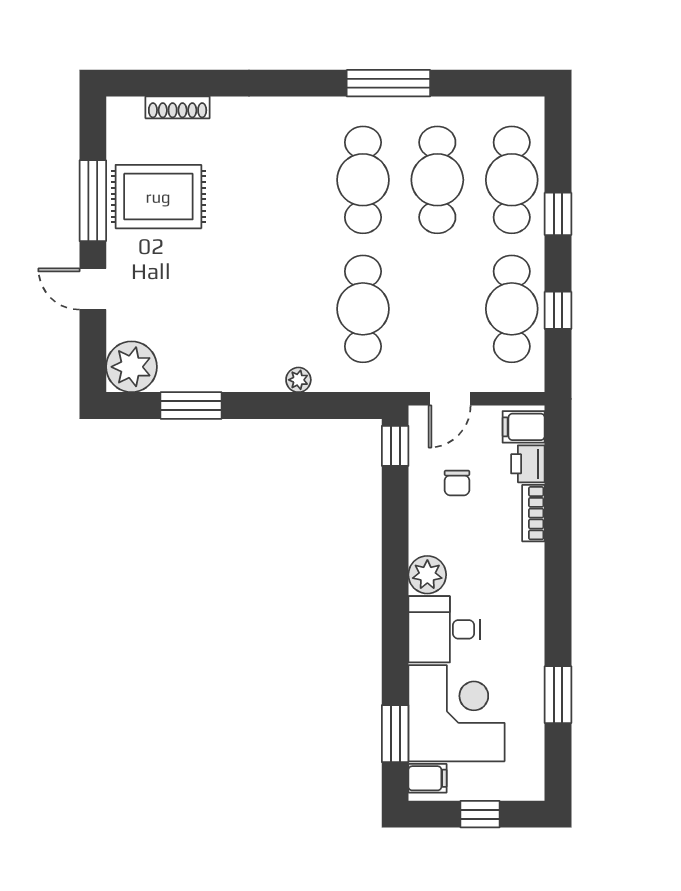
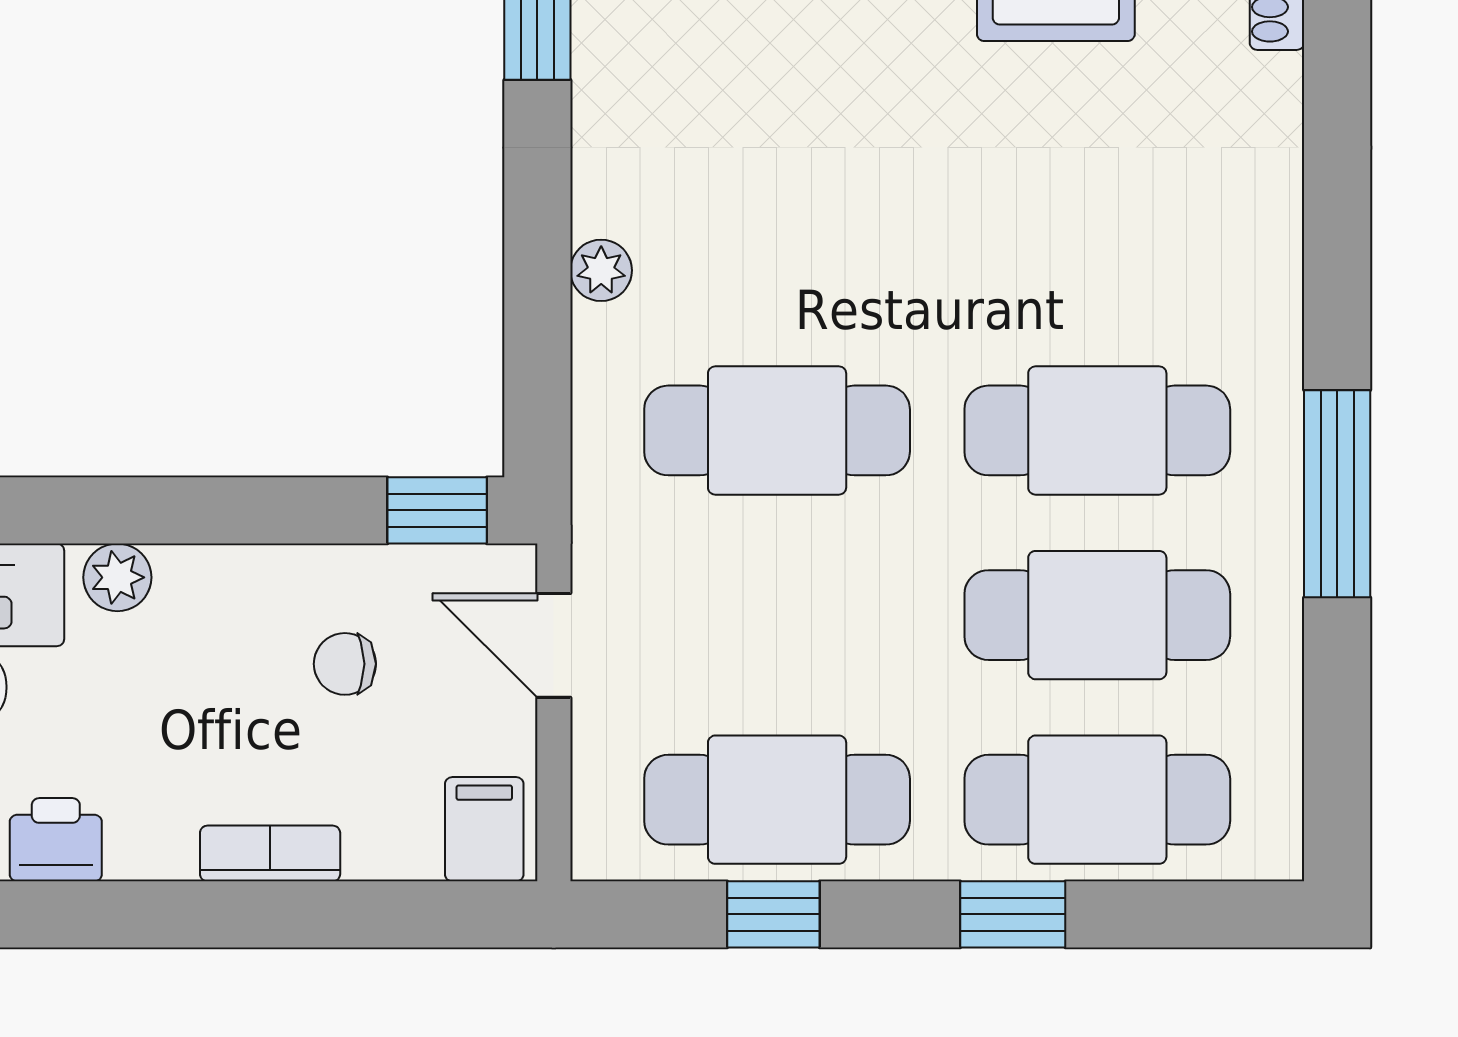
printer: (528, 464) -> (56, 840), moved
plant: (427, 575) -> (117, 577), width x0.73, depth x0.73

